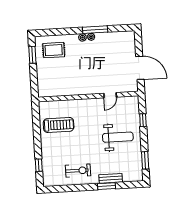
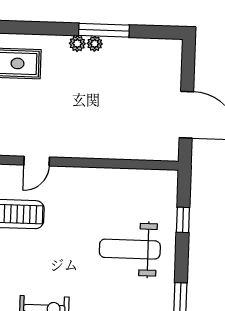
door: (110, 95) -> (37, 161), moved
weight bench: (118, 137) -> (130, 249), turned 180

